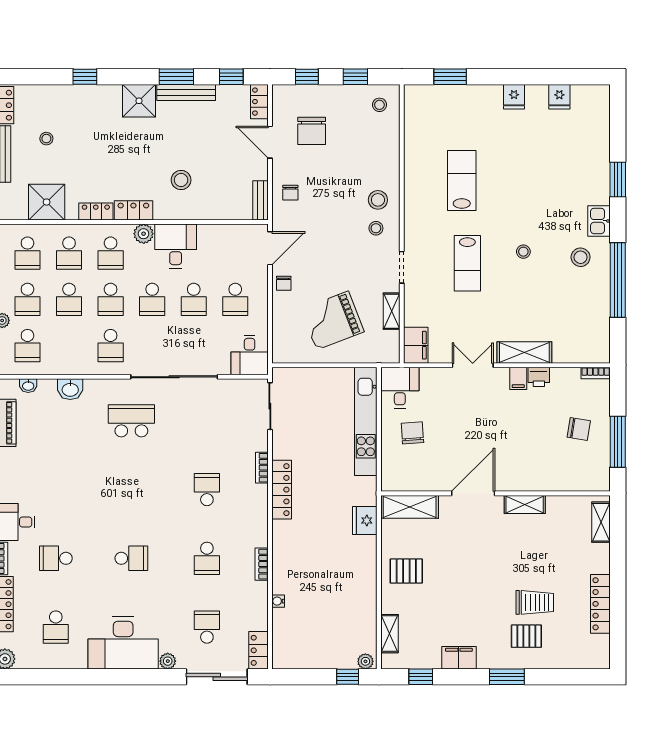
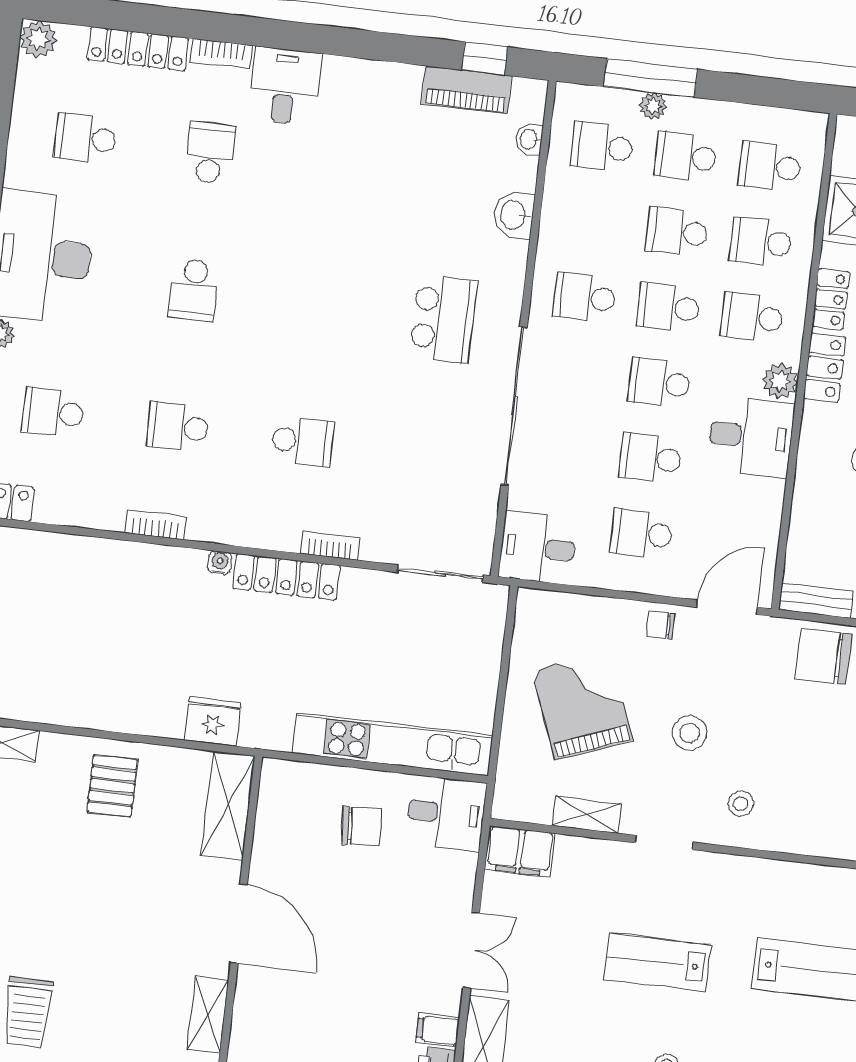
chair: (290, 193) -> (823, 656), width x1.87, depth x1.87
stool: (378, 200) -> (690, 733), moved
door: (270, 248) -> (727, 607), swing flipped
water cooler: (278, 601) -> (220, 563), moved
school desk: (207, 627) -> (53, 412), turned 180

